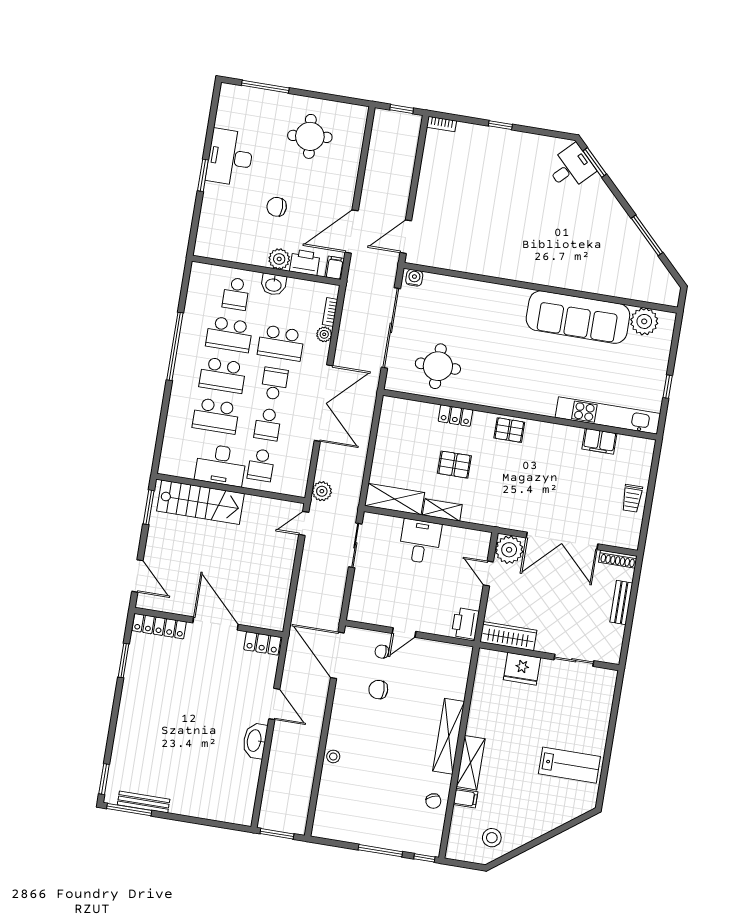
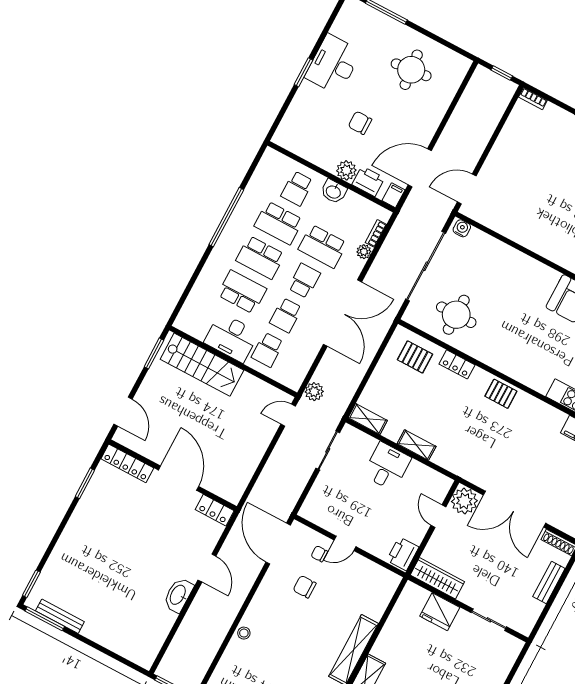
school desk: (216, 416) -> (242, 292), turned 180
pallet: (454, 465) -> (415, 357), moved
shelving: (395, 499) -> (368, 419), width x0.67, depth x0.75

